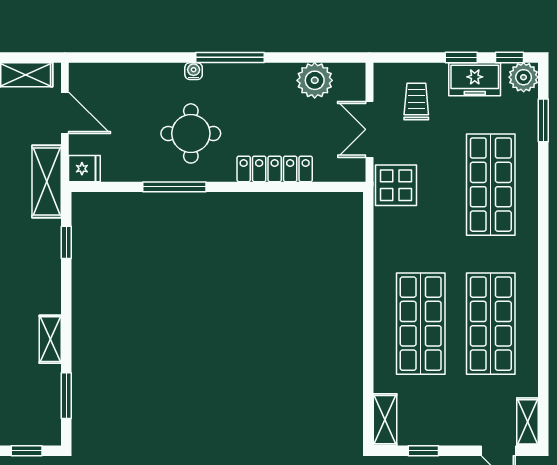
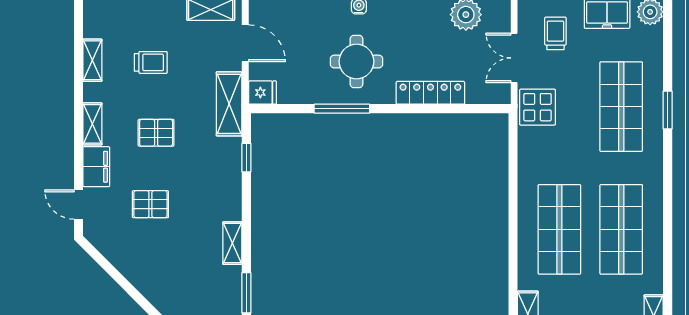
window: (543, 120) -> (668, 110), moved

